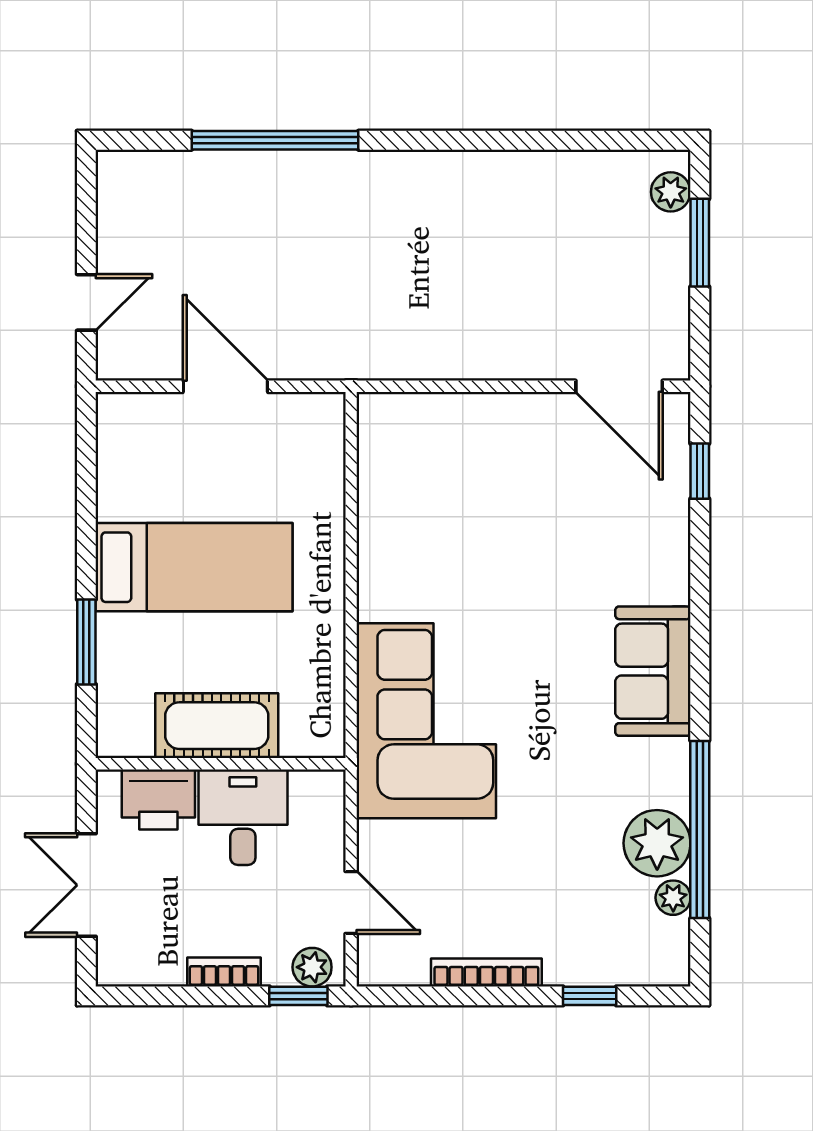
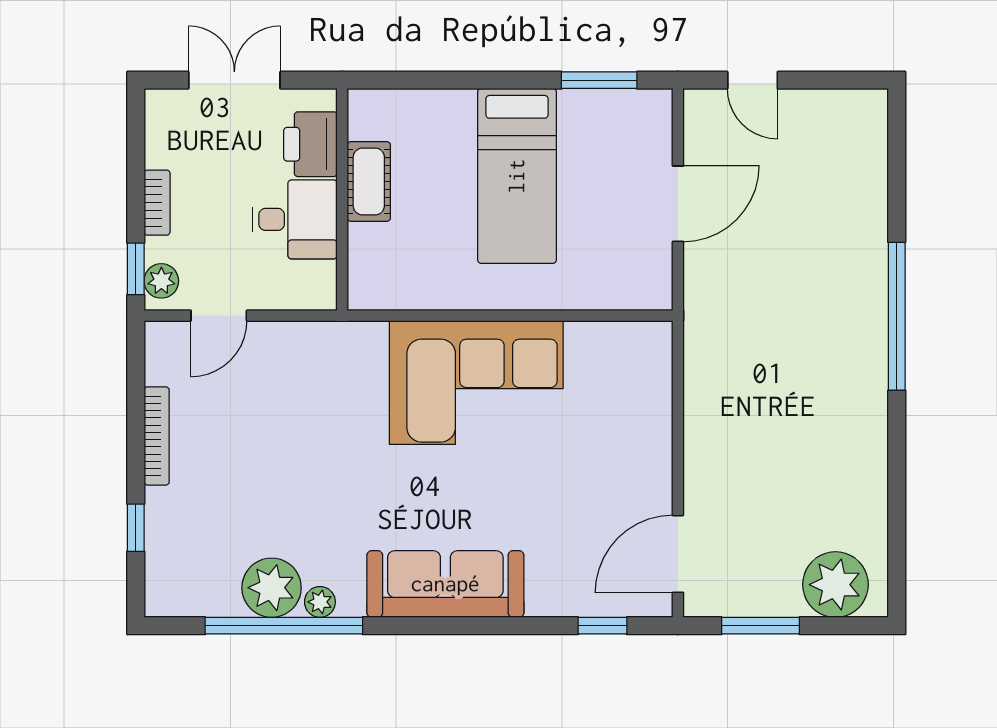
window: (275, 140) -> (897, 316), moved
plant: (671, 192) -> (835, 585), width x1.87, depth x1.87
window: (700, 243) -> (760, 626), moved
window: (86, 642) -> (599, 80), moved
sofa: (653, 671) -> (445, 584), width x1.36
corner sofa: (426, 721) -> (476, 383), moved
cot: (217, 726) -> (369, 181), width x0.73, depth x0.75
plant: (673, 898) -> (320, 602), moved

